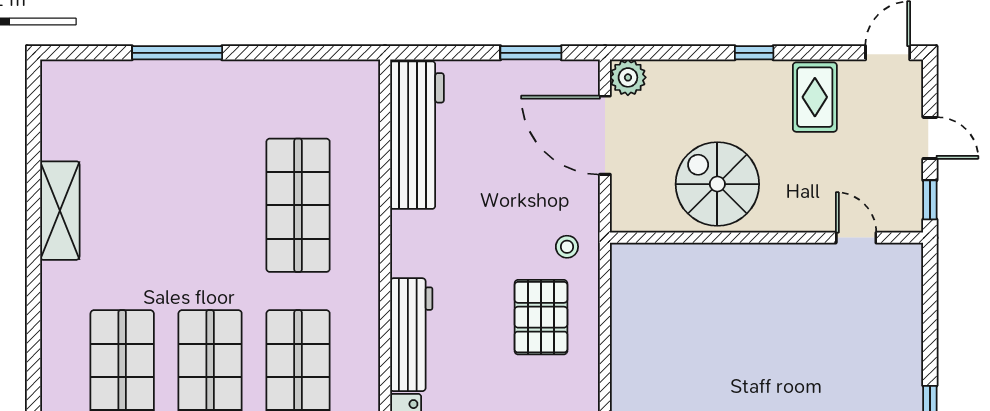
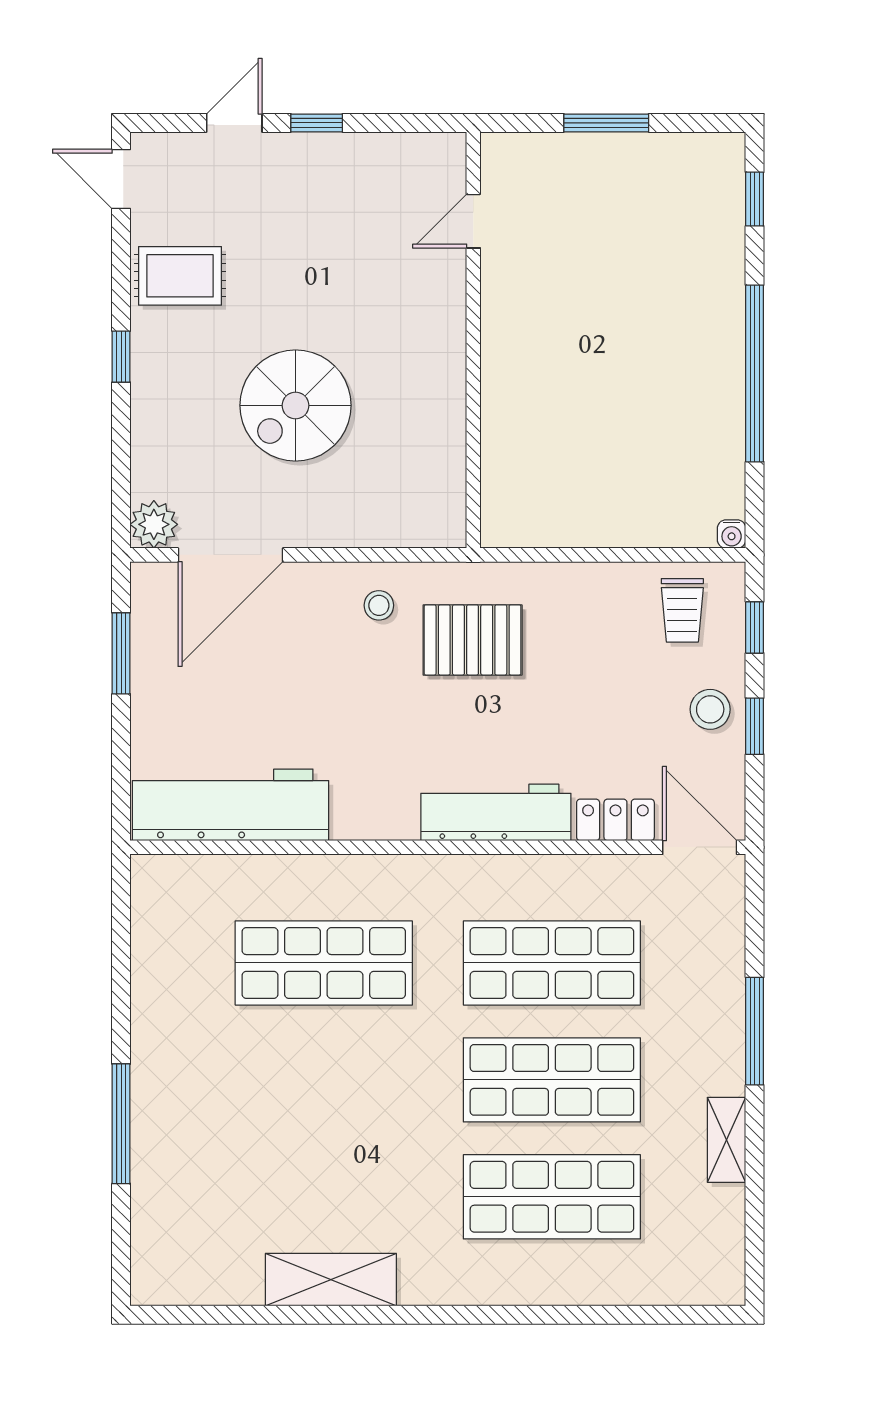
wall: (767, 238) -> (473, 340), moved
door: (856, 238) -> (473, 221), moved

